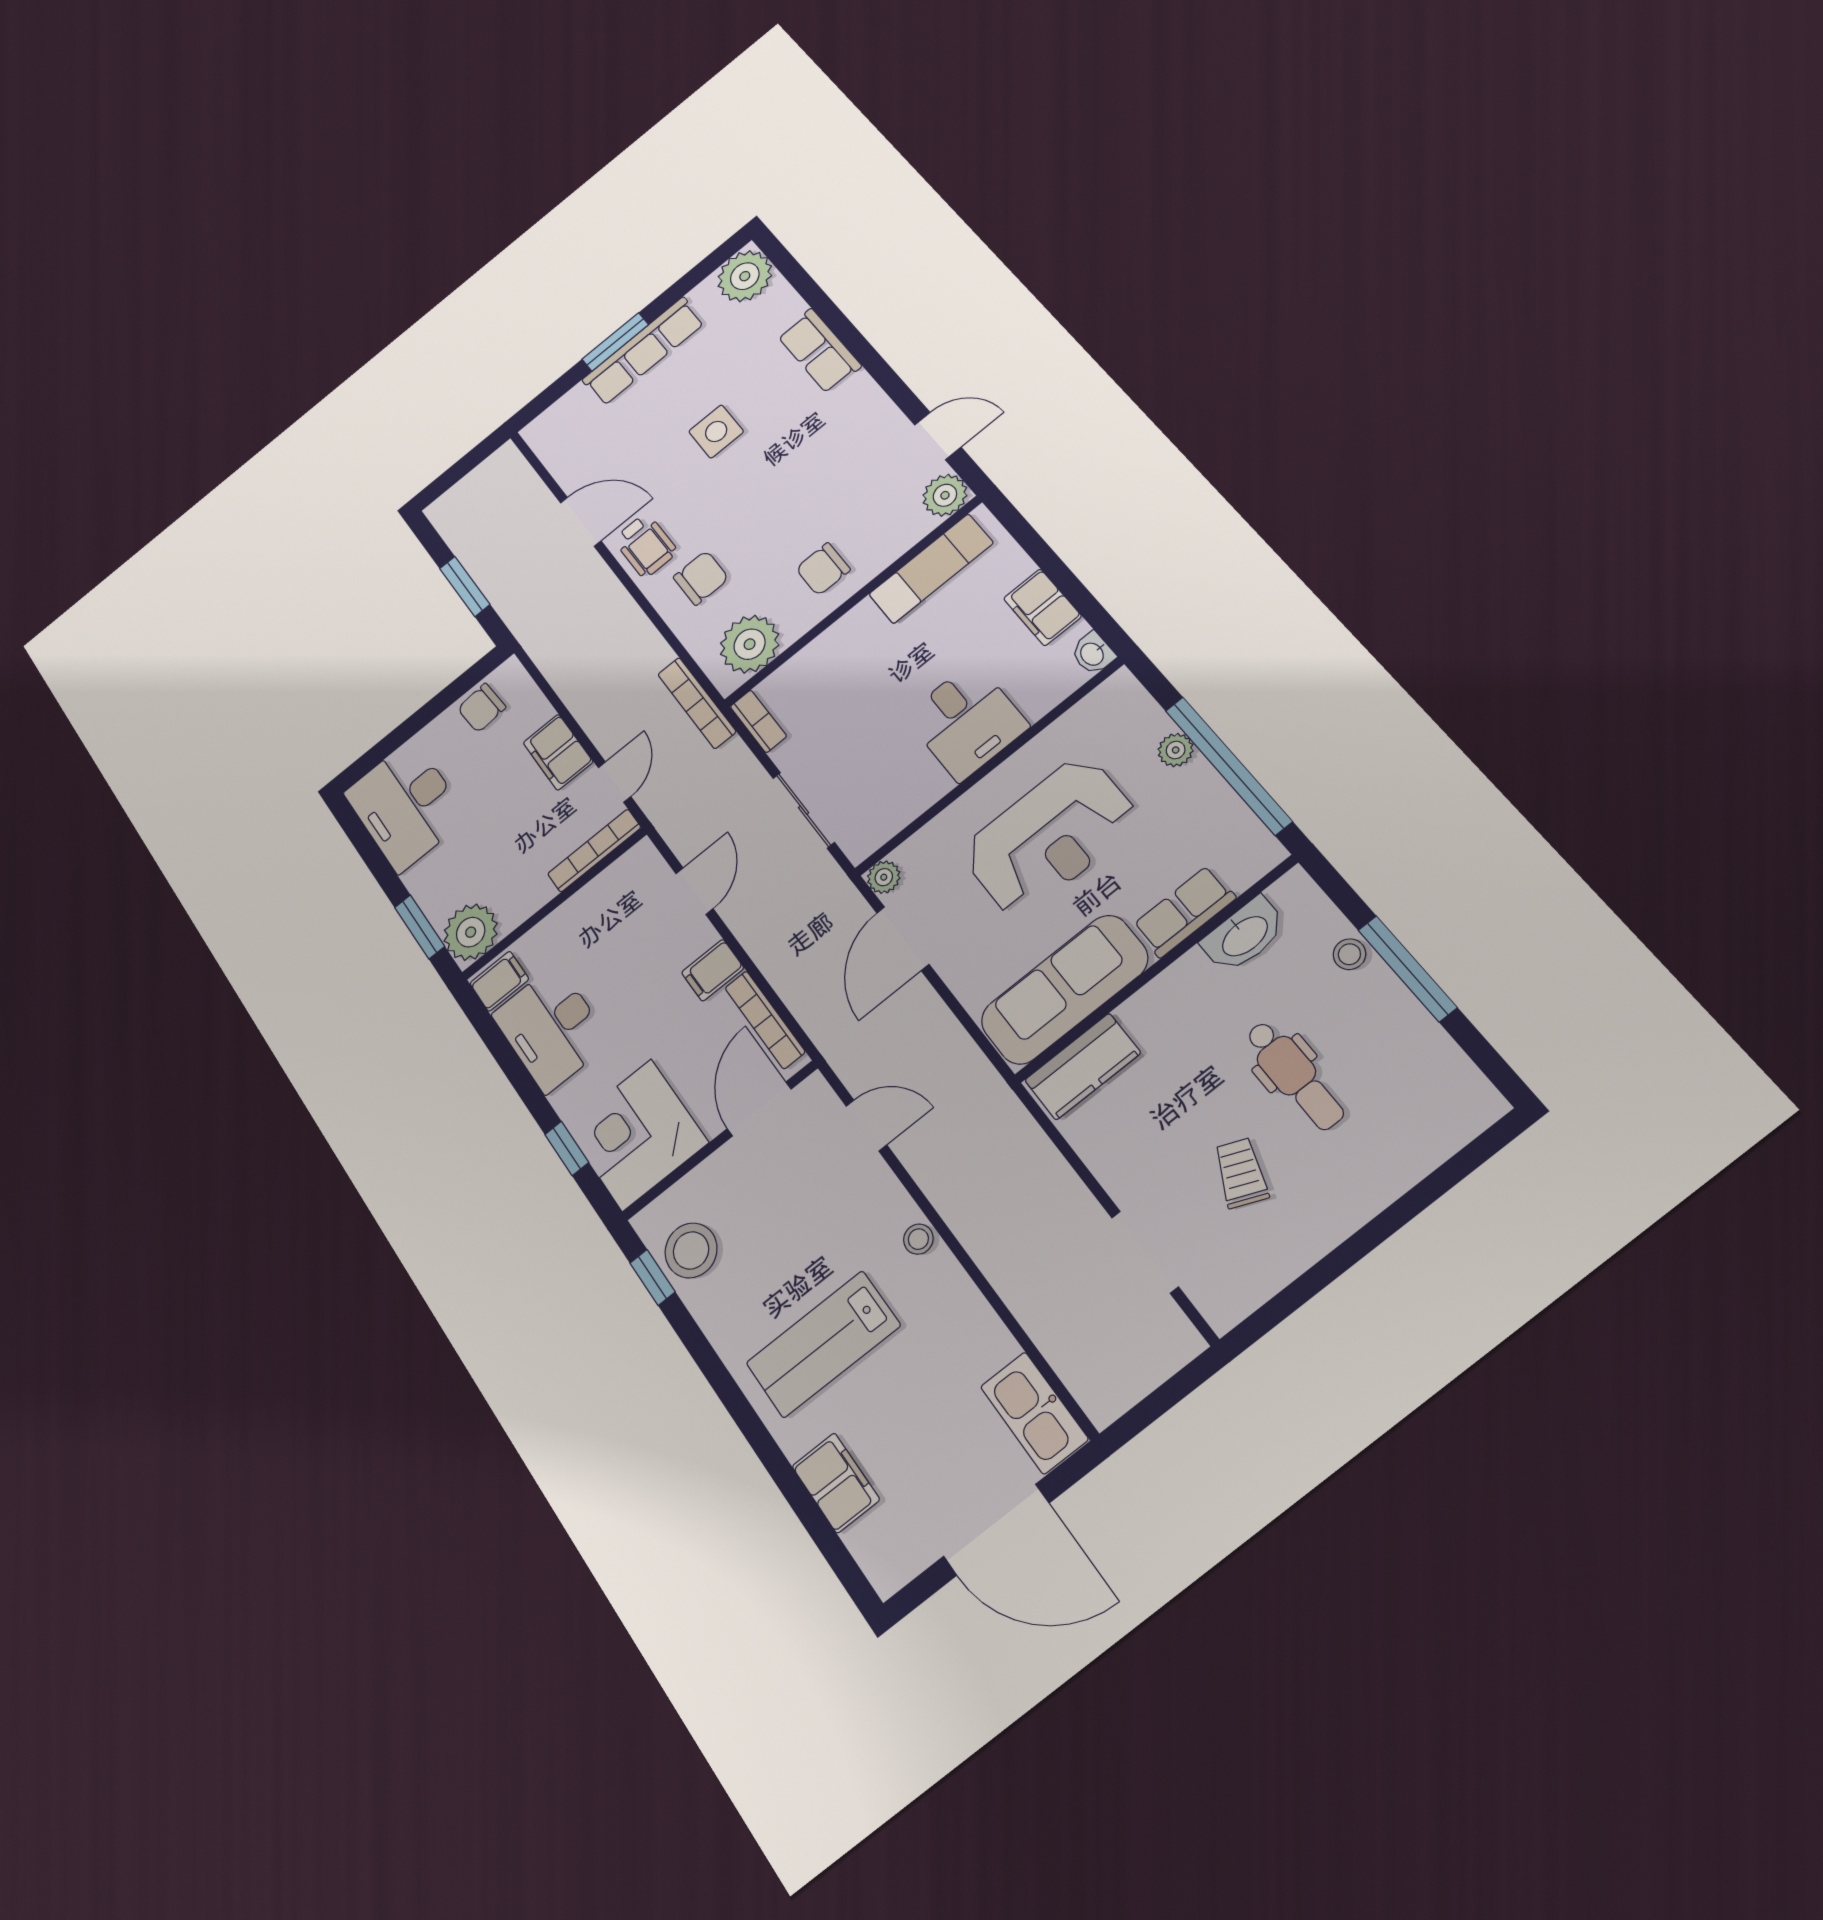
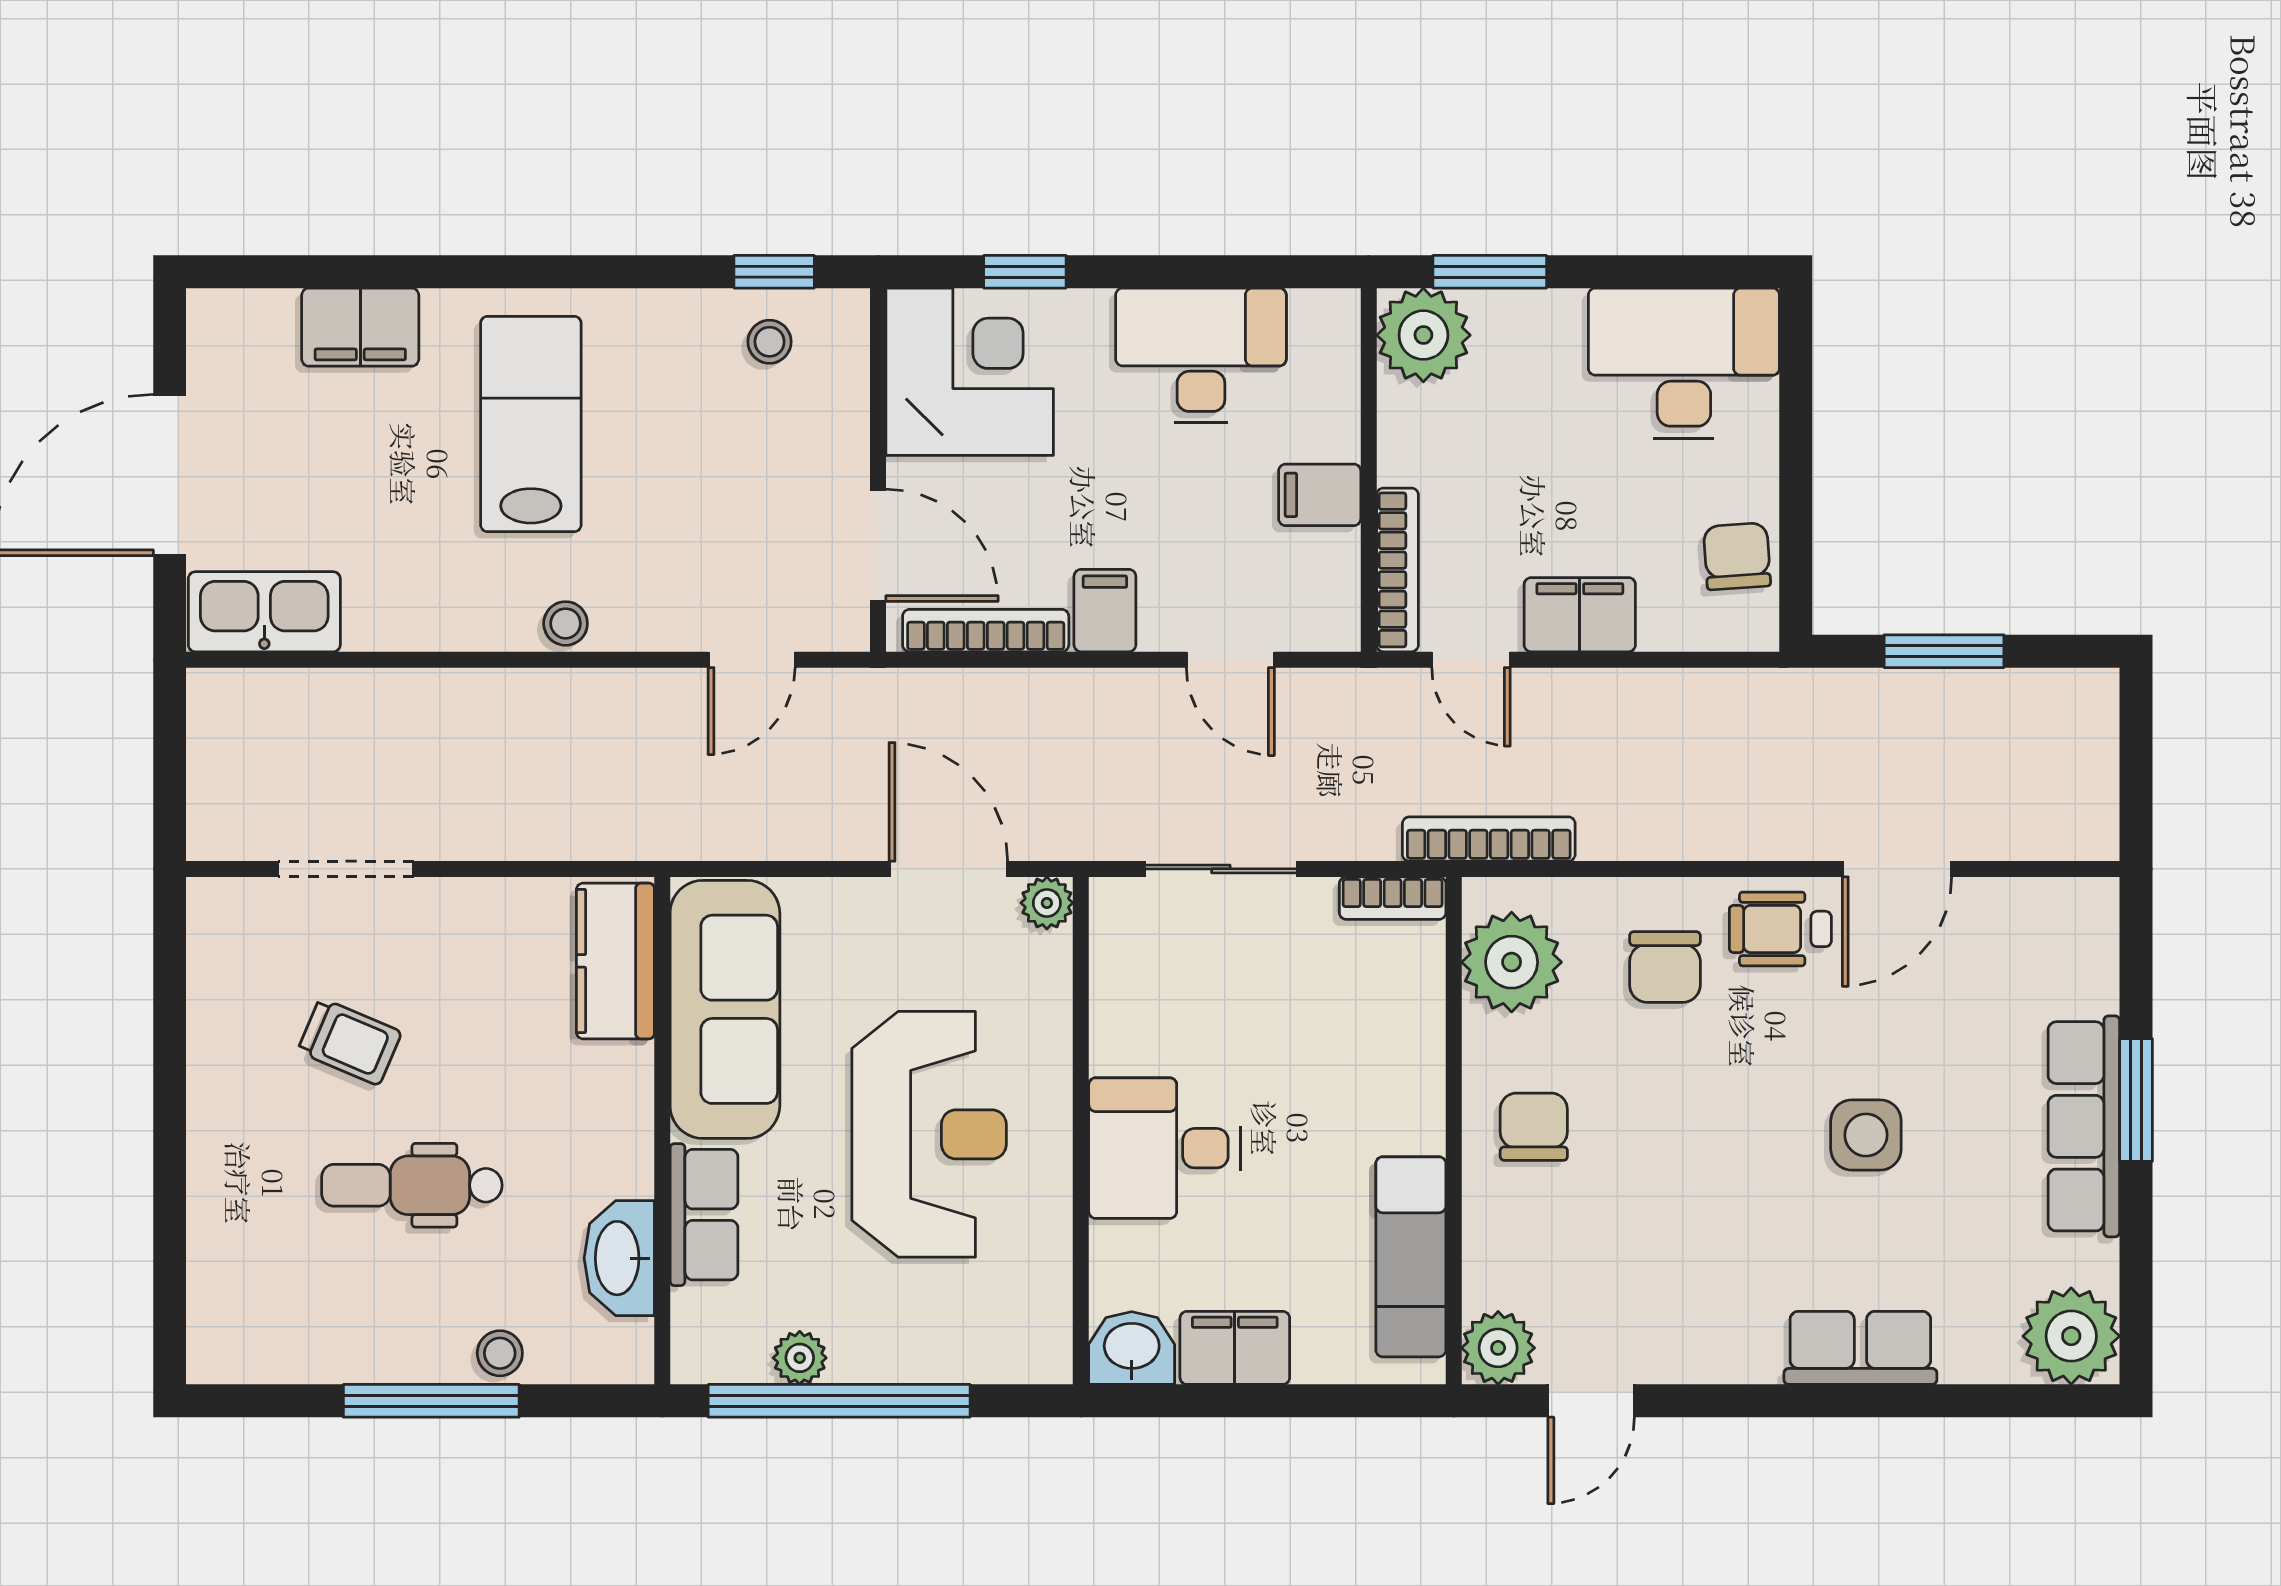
washbasin: (1093, 654) -> (1132, 1348), width x1.38, depth x1.45
plant: (1176, 750) -> (800, 1358), moved
reception desk: (1050, 836) -> (929, 1134), turned 180
filing cabinet: (499, 981) -> (1320, 495), moved, turned 90
stool: (691, 1250) -> (770, 342), width x0.53, depth x0.53

